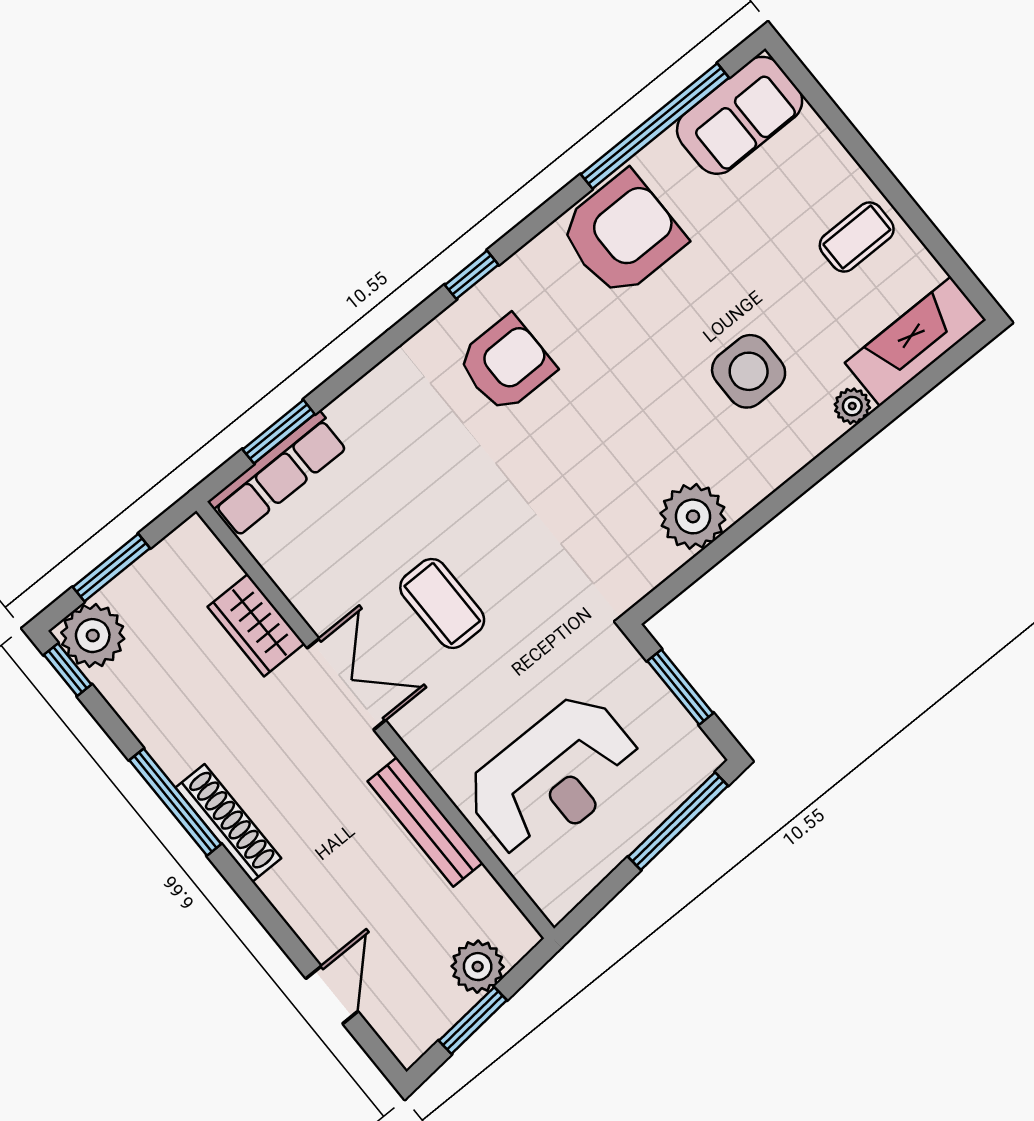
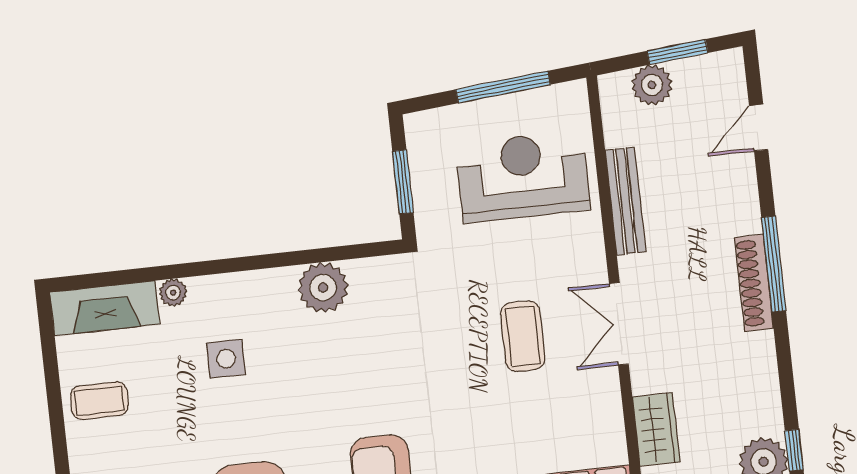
side table: (749, 371) -> (226, 359), width x0.73, depth x0.73
wardrobe: (256, 625) -> (656, 429), moved
window: (175, 802) -> (774, 264), moved
window: (678, 821) -> (503, 87), moved

